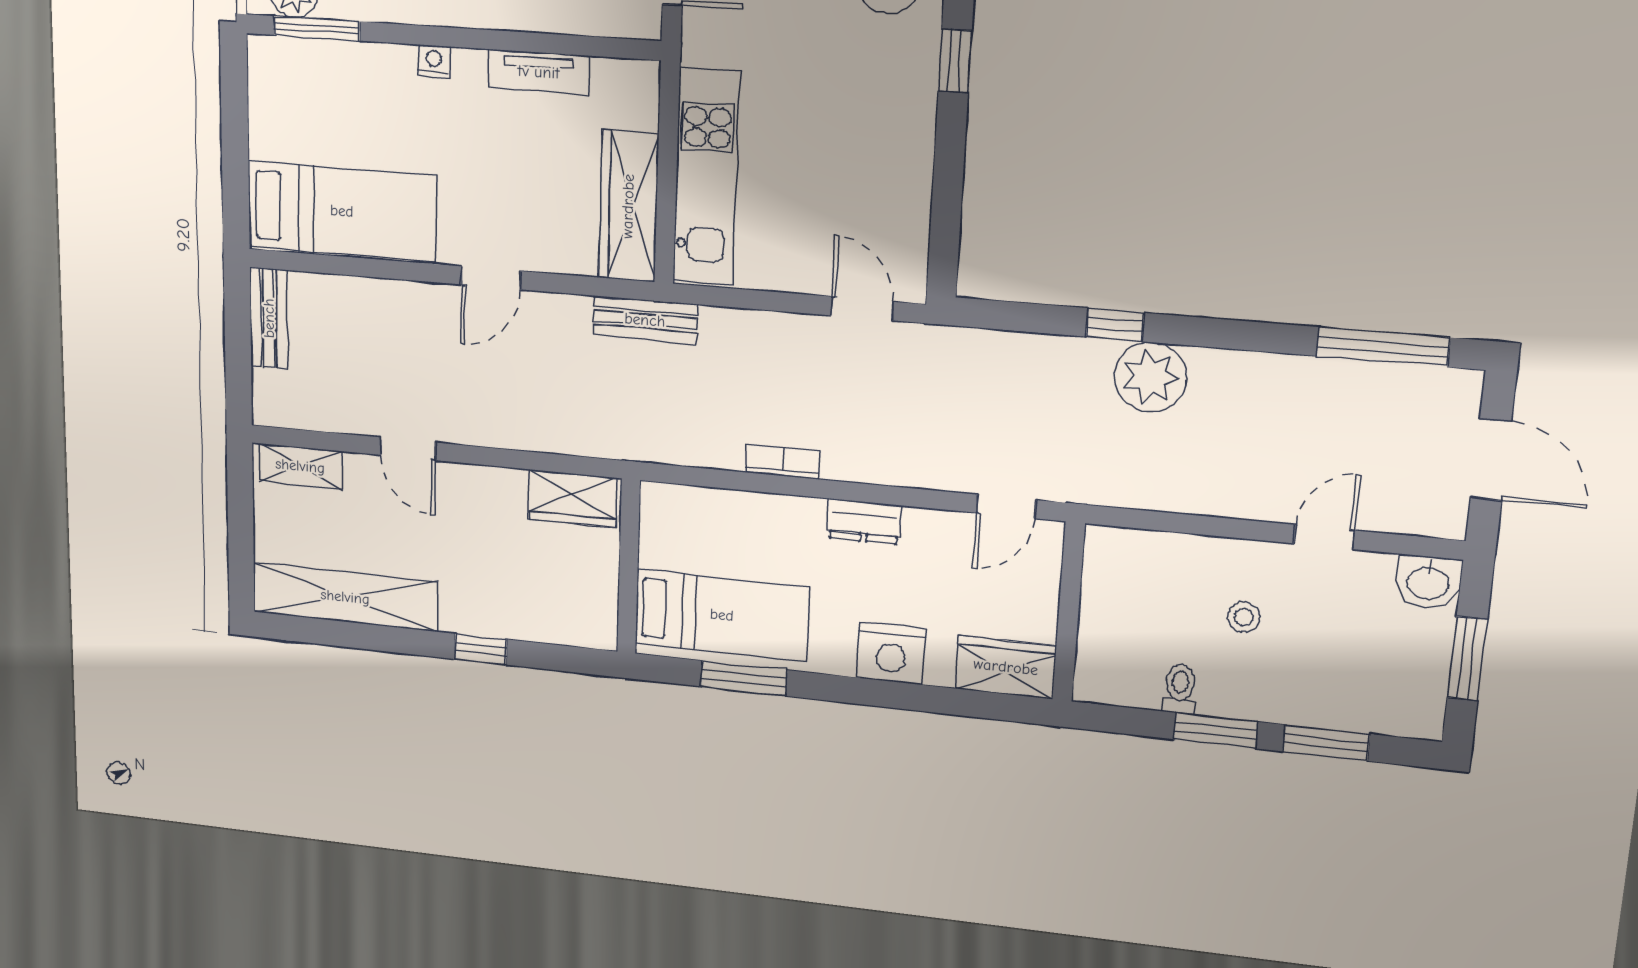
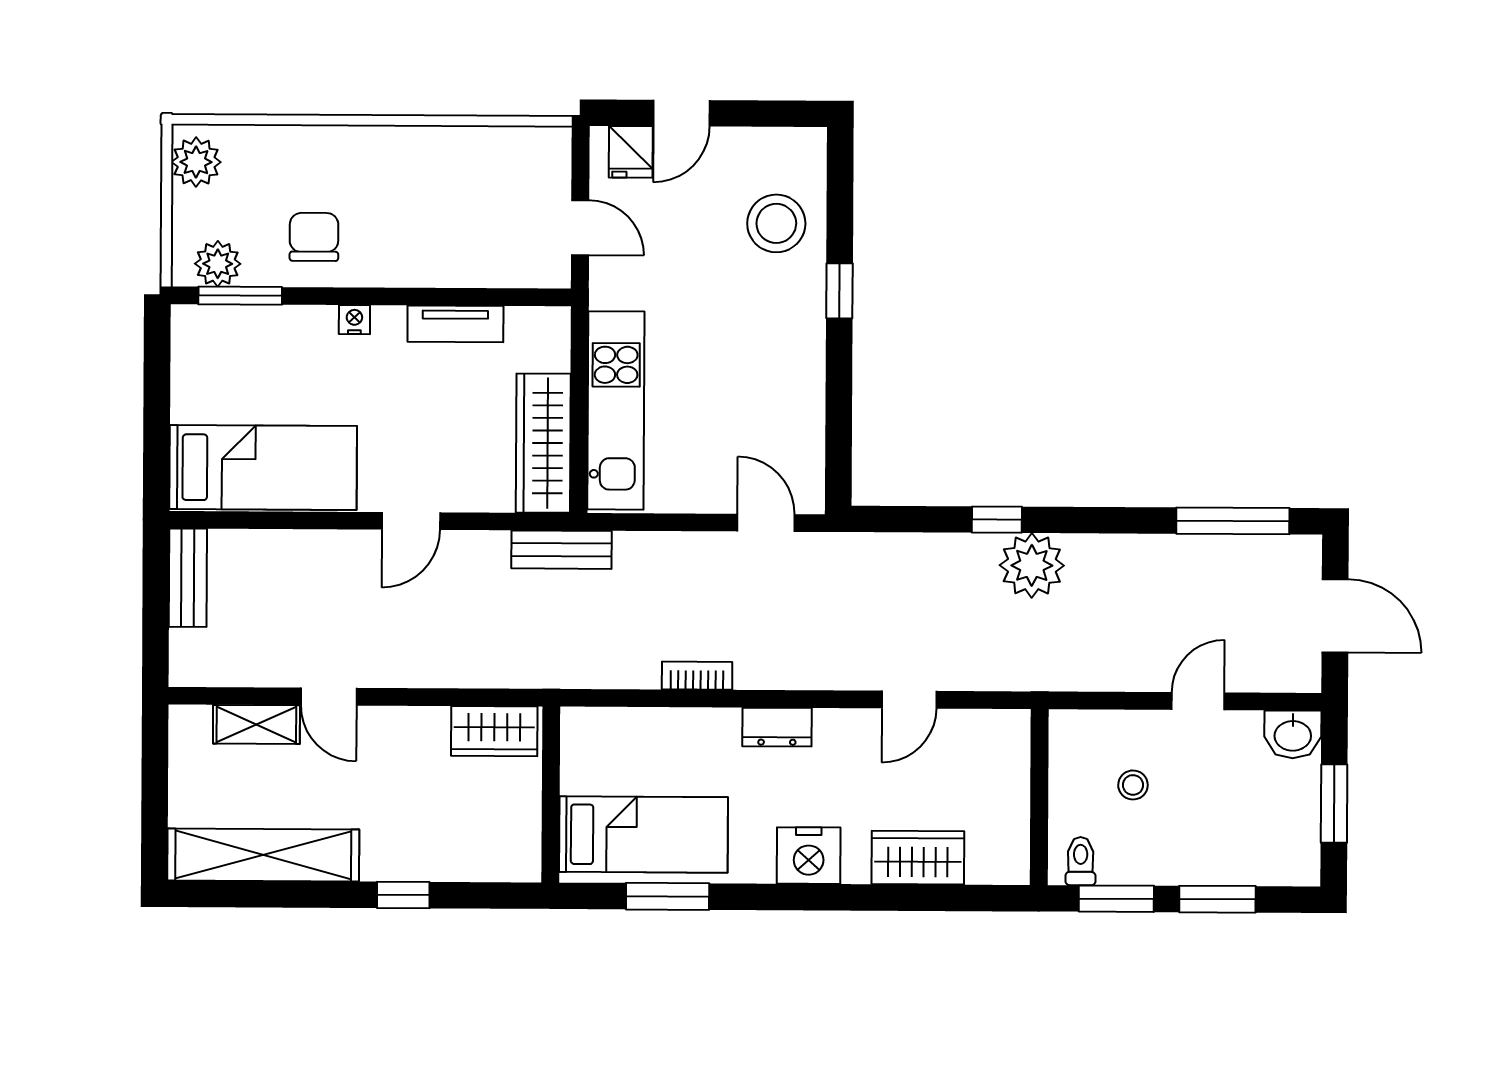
shelving: (300, 466) -> (256, 724), moved
wall: (1069, 612) -> (1039, 797), moved

